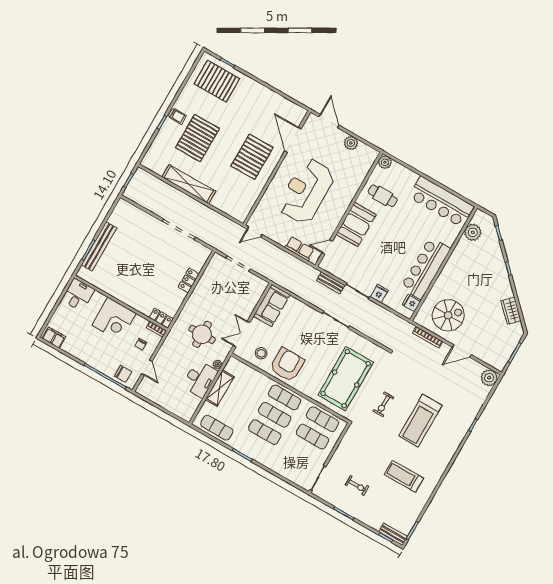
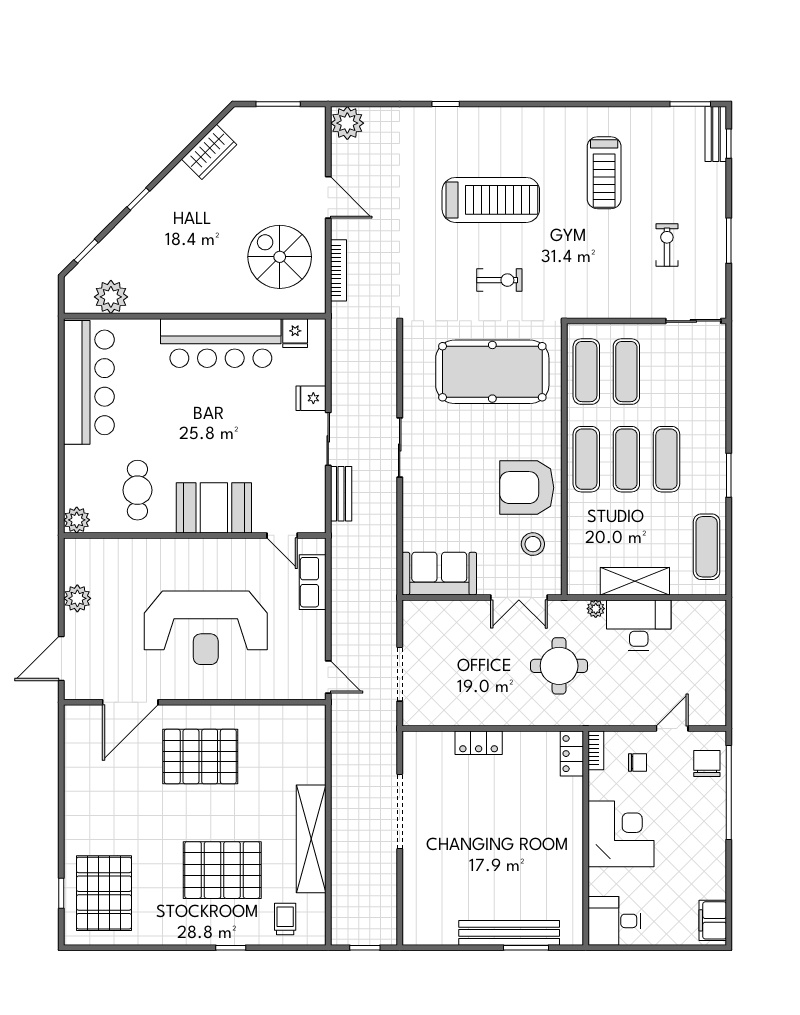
trolley: (177, 116) -> (285, 919), moved

